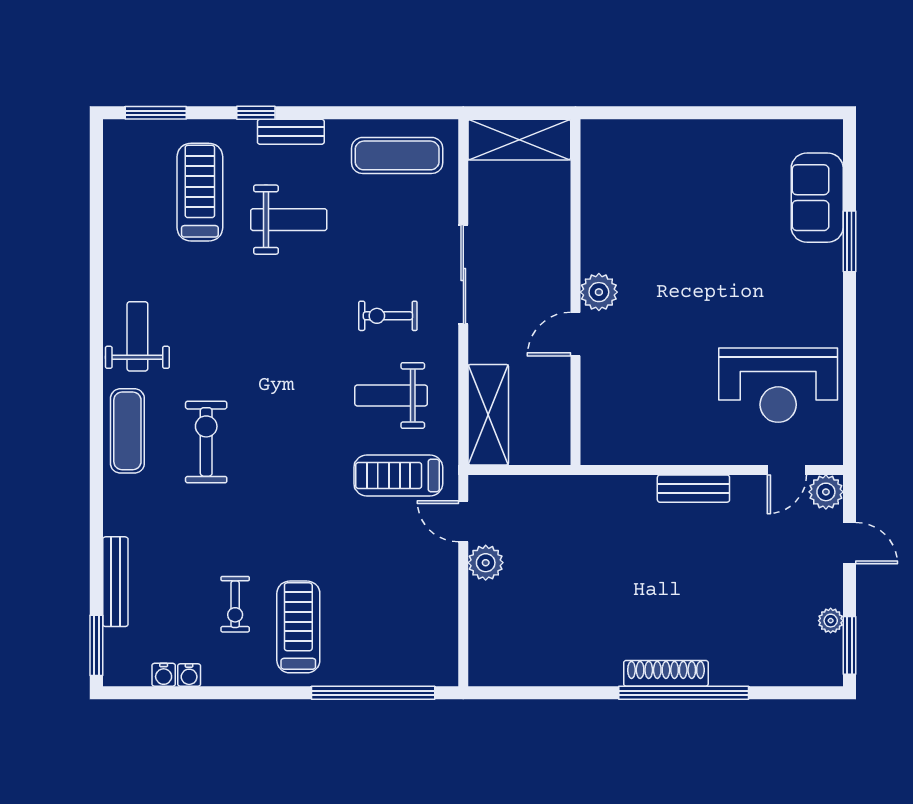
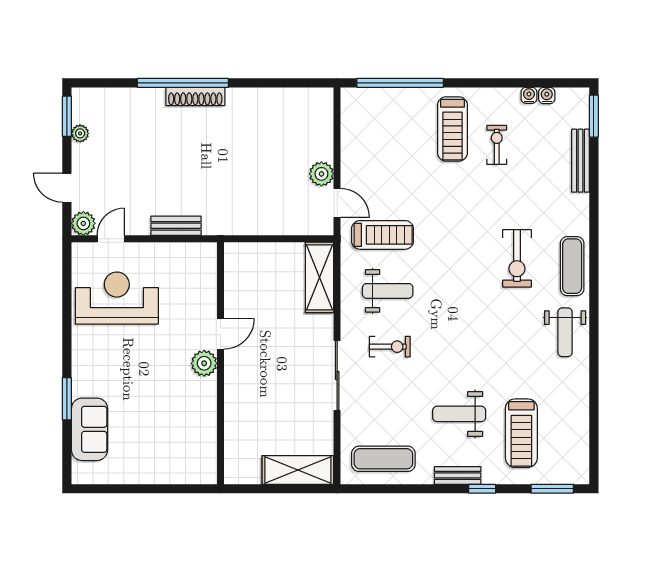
wall: (575, 292) -> (220, 363), moved
plant: (599, 292) -> (204, 363), moved
door: (575, 334) -> (220, 334), moved

